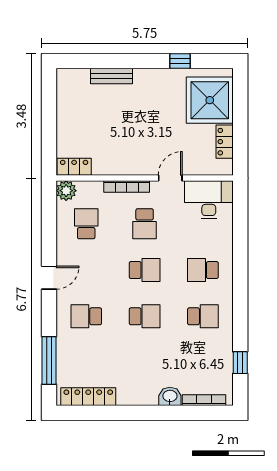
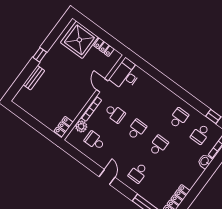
window: (180, 61) -> (40, 55), moved
plant: (66, 191) -> (81, 126), moved
school desk: (203, 270) -> (200, 134), moved

